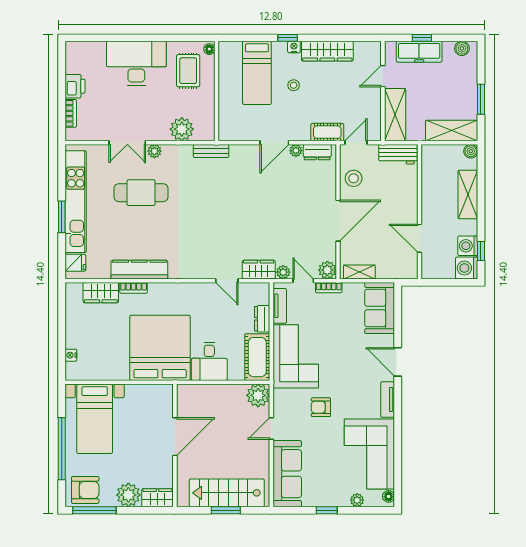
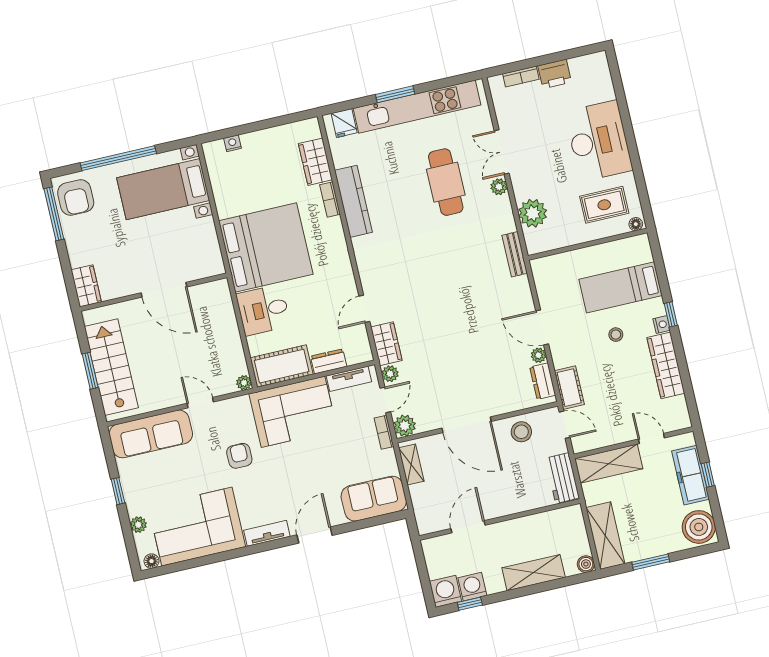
boiler: (462, 48) -> (699, 527), width x1.86, depth x1.86
plant: (258, 395) -> (244, 383), width x0.53, depth x0.53
plant: (128, 495) -> (82, 250), removed

